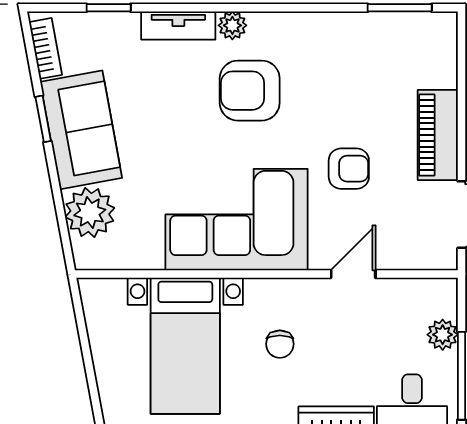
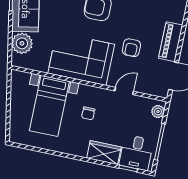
armchair: (349, 169) -> (131, 48), turned 90
plant: (443, 335) -> (158, 111), moved

